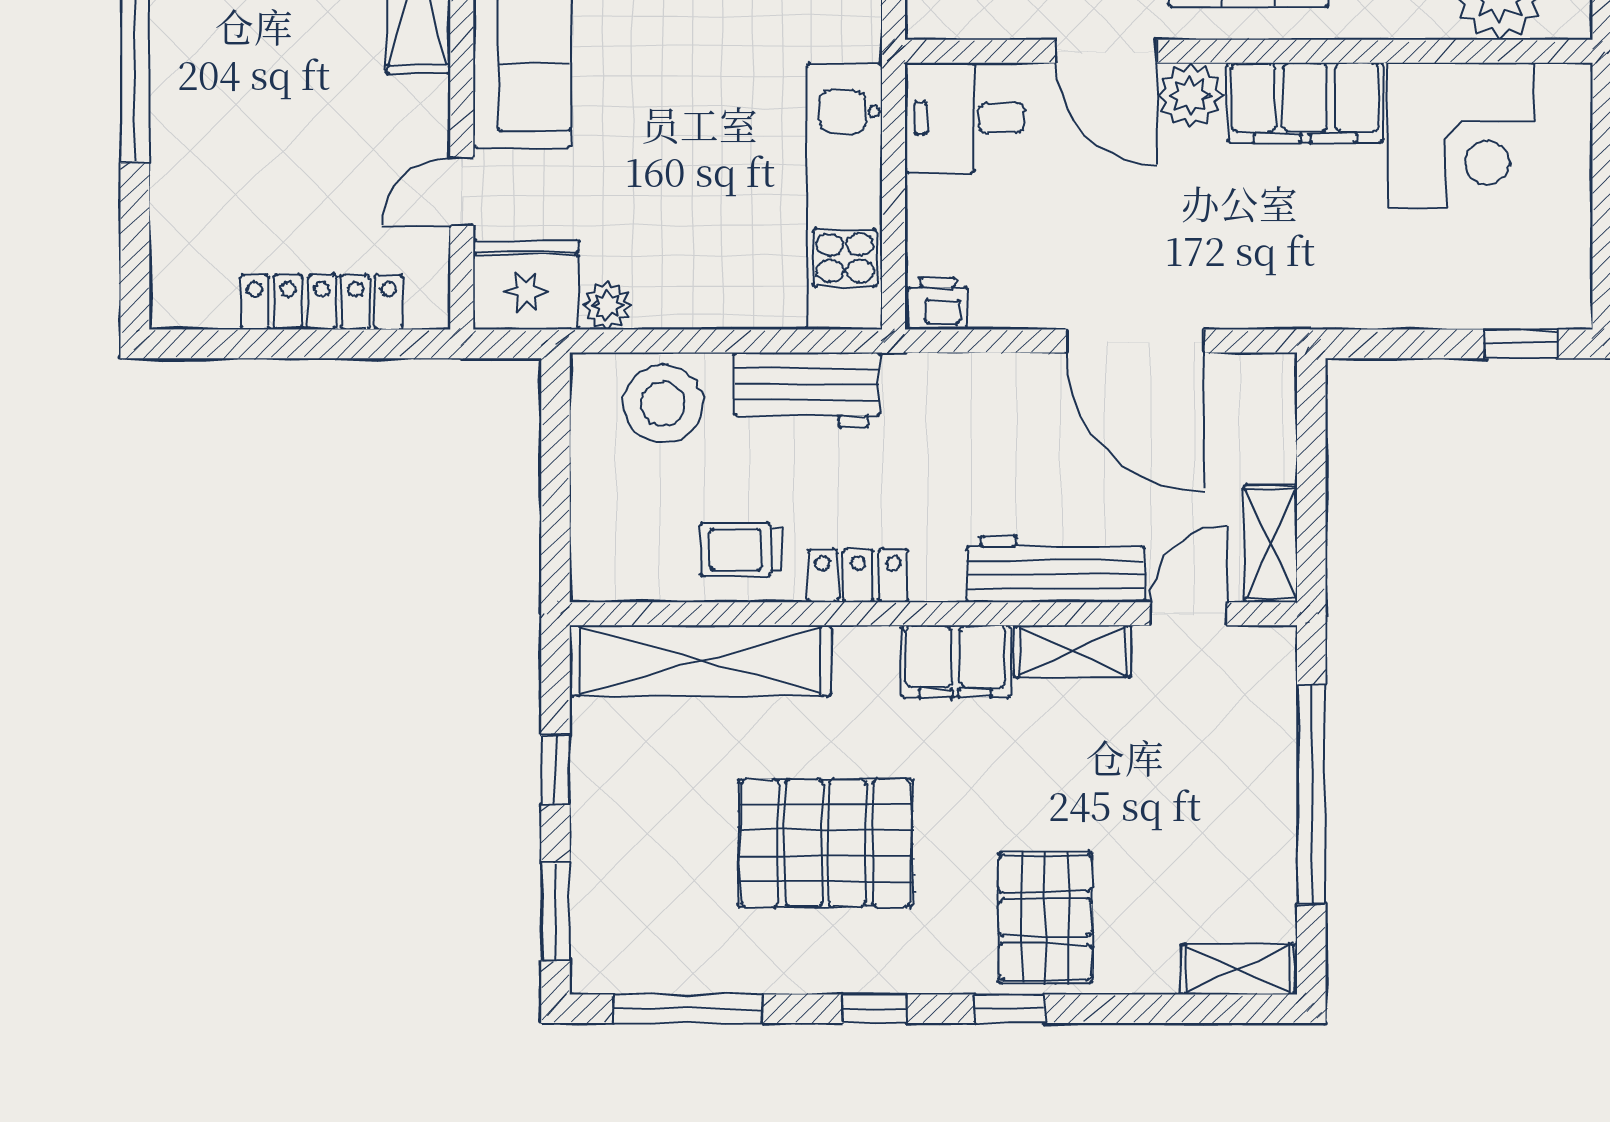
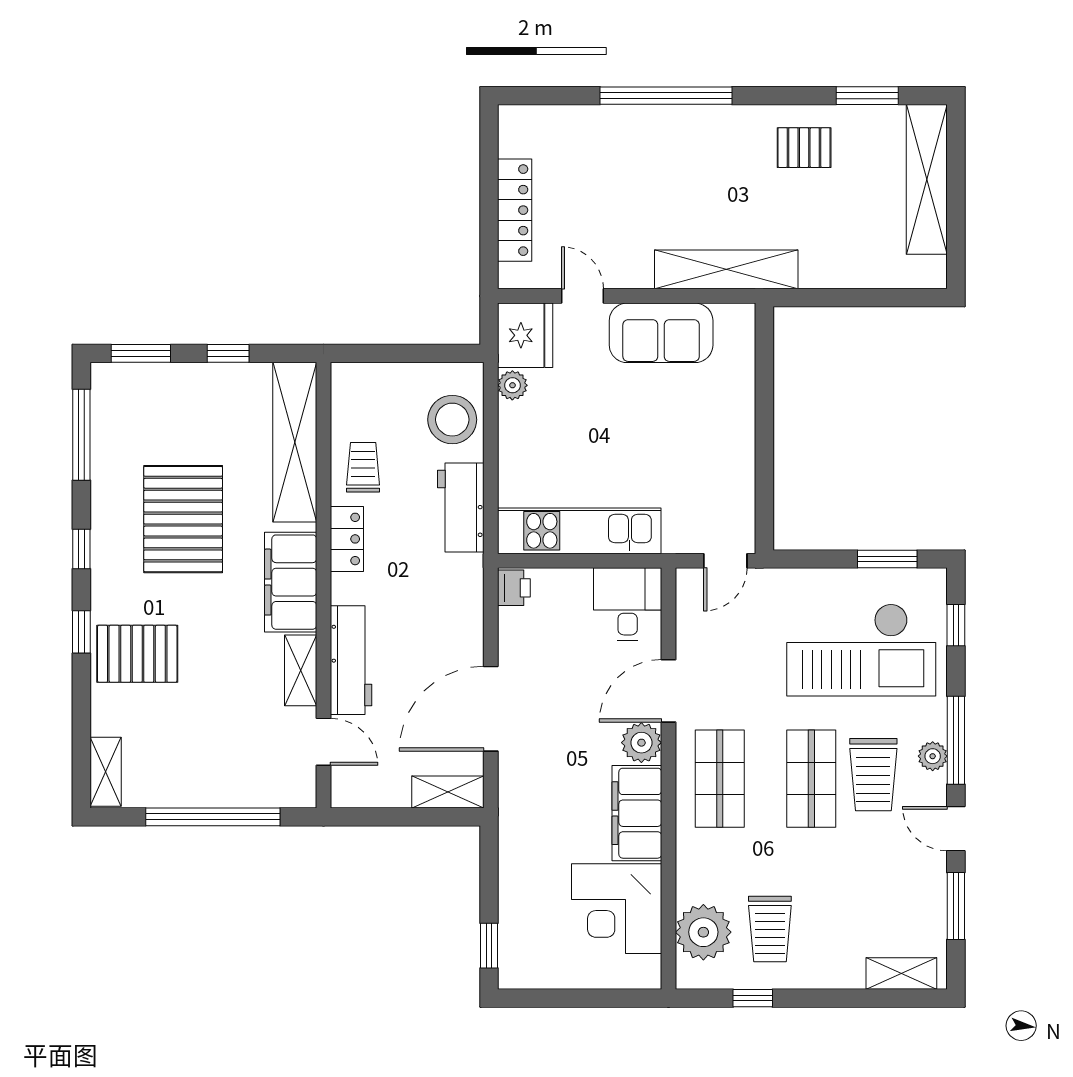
shelving: (1271, 544) -> (448, 792), moved
filing cabinet: (956, 661) -> (291, 582), width x1.50, depth x1.17

